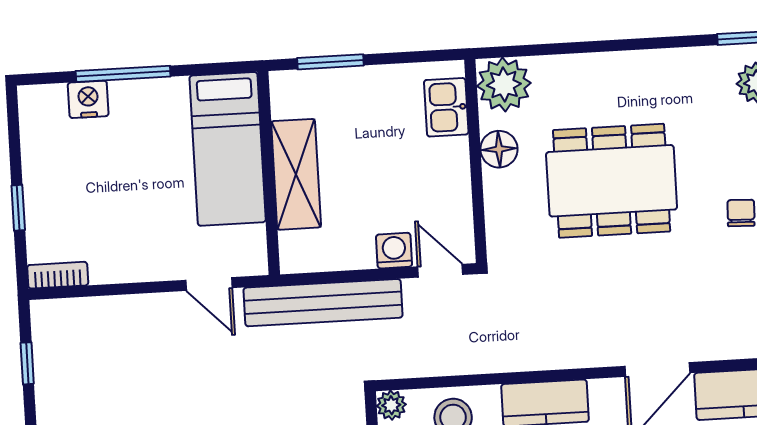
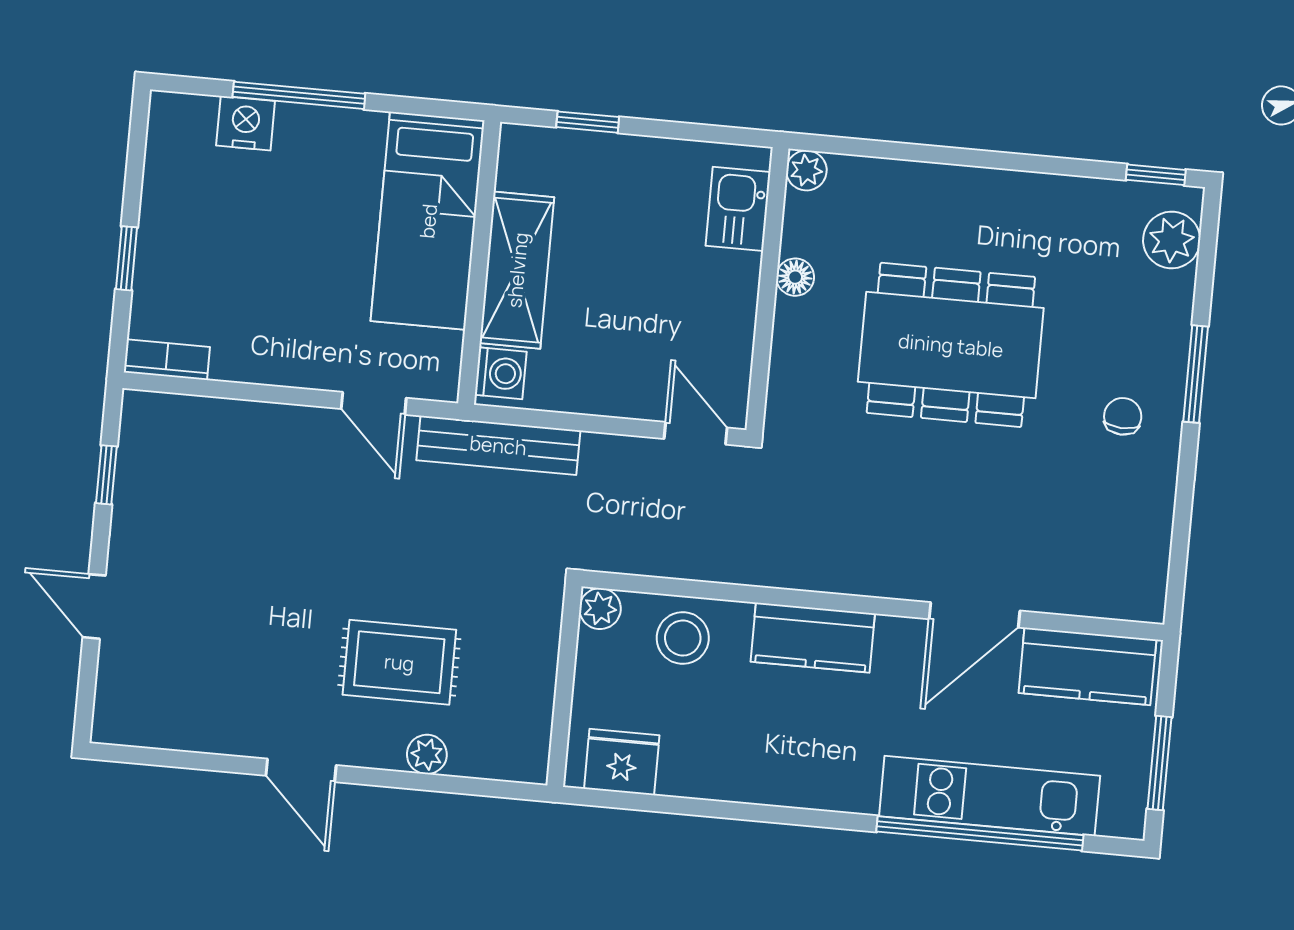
window: (330, 62) -> (588, 122), width x0.67
plant: (504, 85) -> (806, 170), width x0.53, depth x0.53
floor lamp: (499, 149) -> (795, 277), width x0.73, depth x0.73
washing machine: (394, 251) -> (501, 373), moved, turned 90
bench: (323, 303) -> (498, 445), width x0.73, depth x0.82

